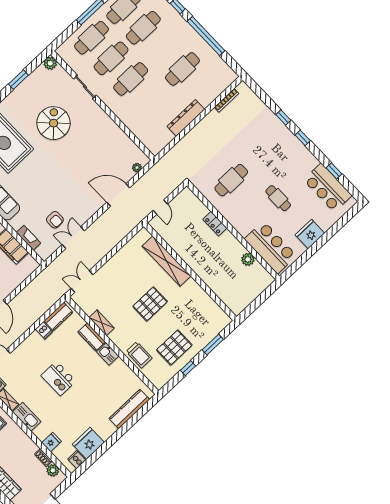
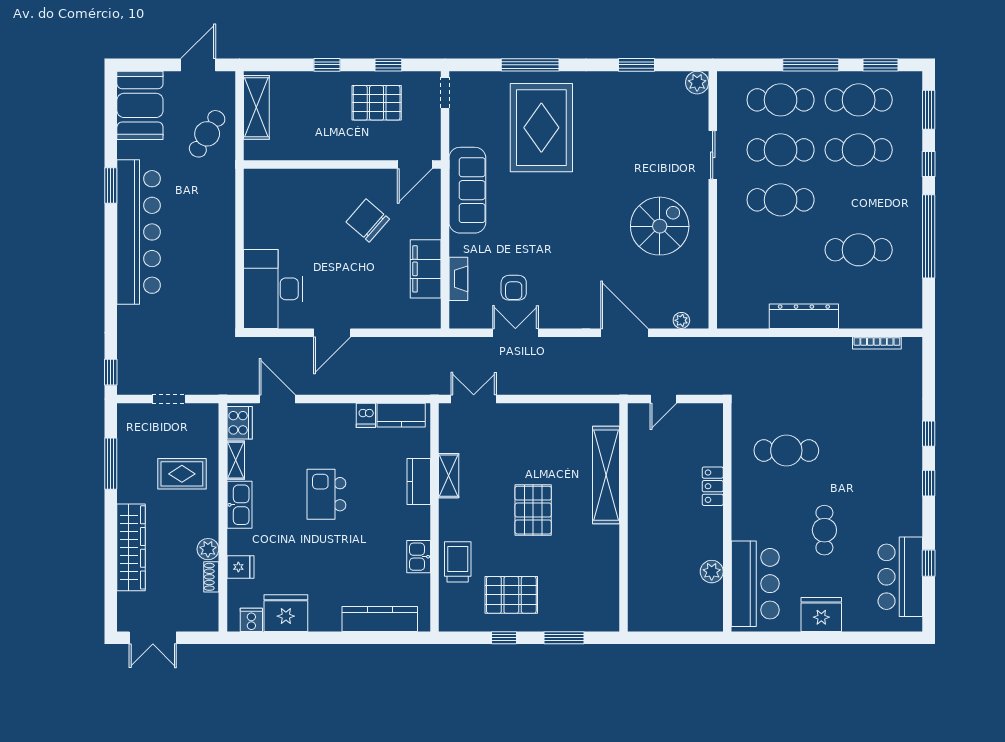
spiral stairs: (54, 123) -> (660, 226), moved
pallet: (150, 304) -> (533, 510), turned 90
kitchen sink: (108, 354) -> (419, 557), moved
trolley: (139, 355) -> (458, 562), turned 180
plant: (53, 470) -> (208, 549), moved

